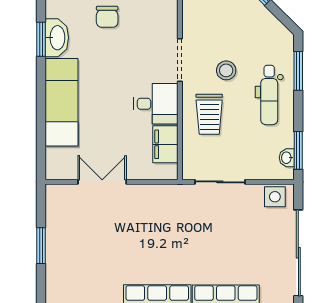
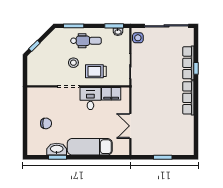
trolley: (209, 114) -> (96, 71), turned 180

